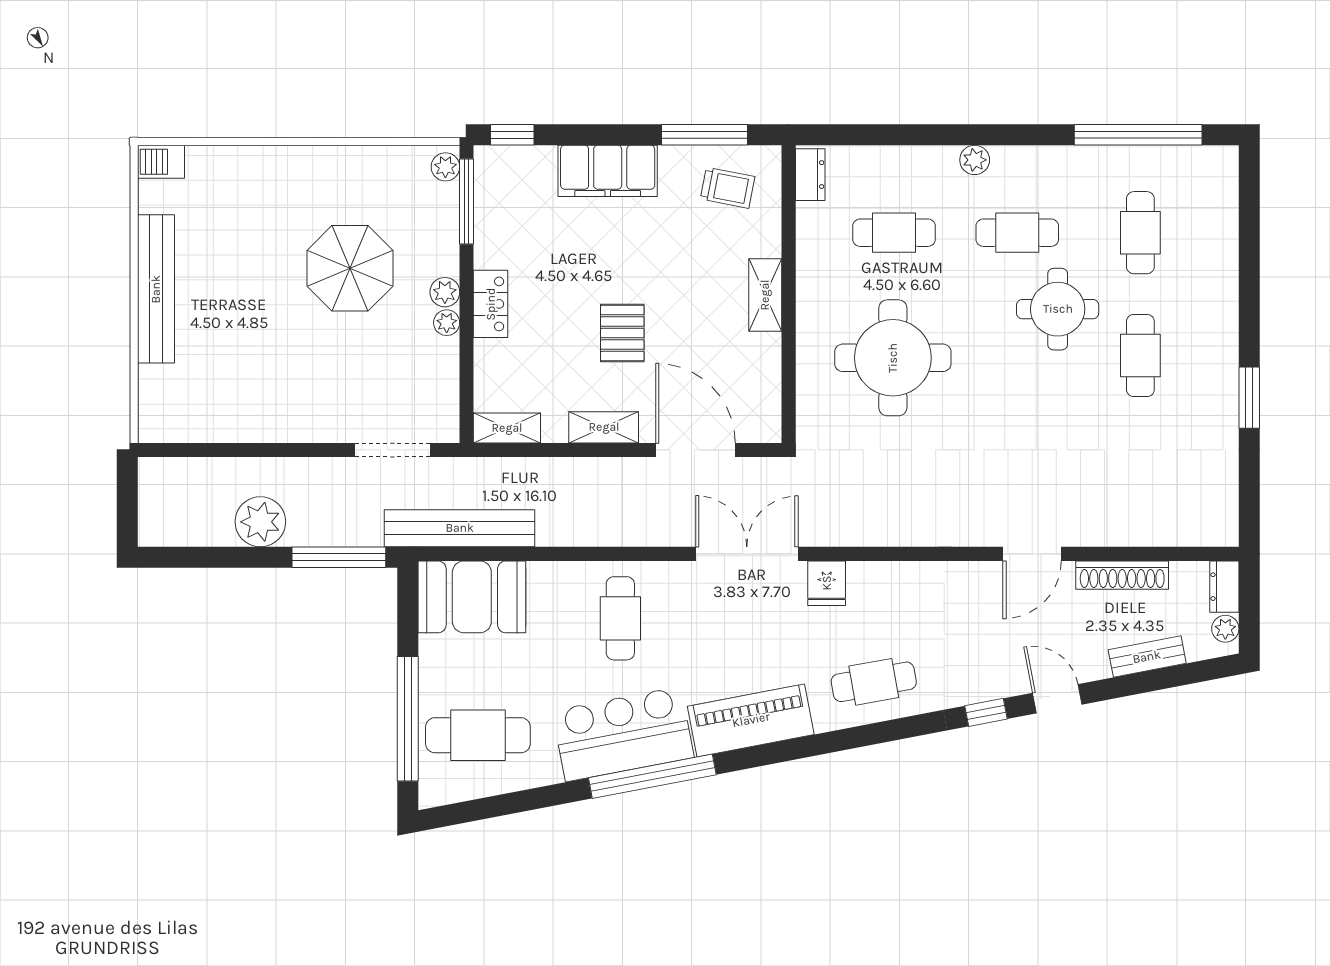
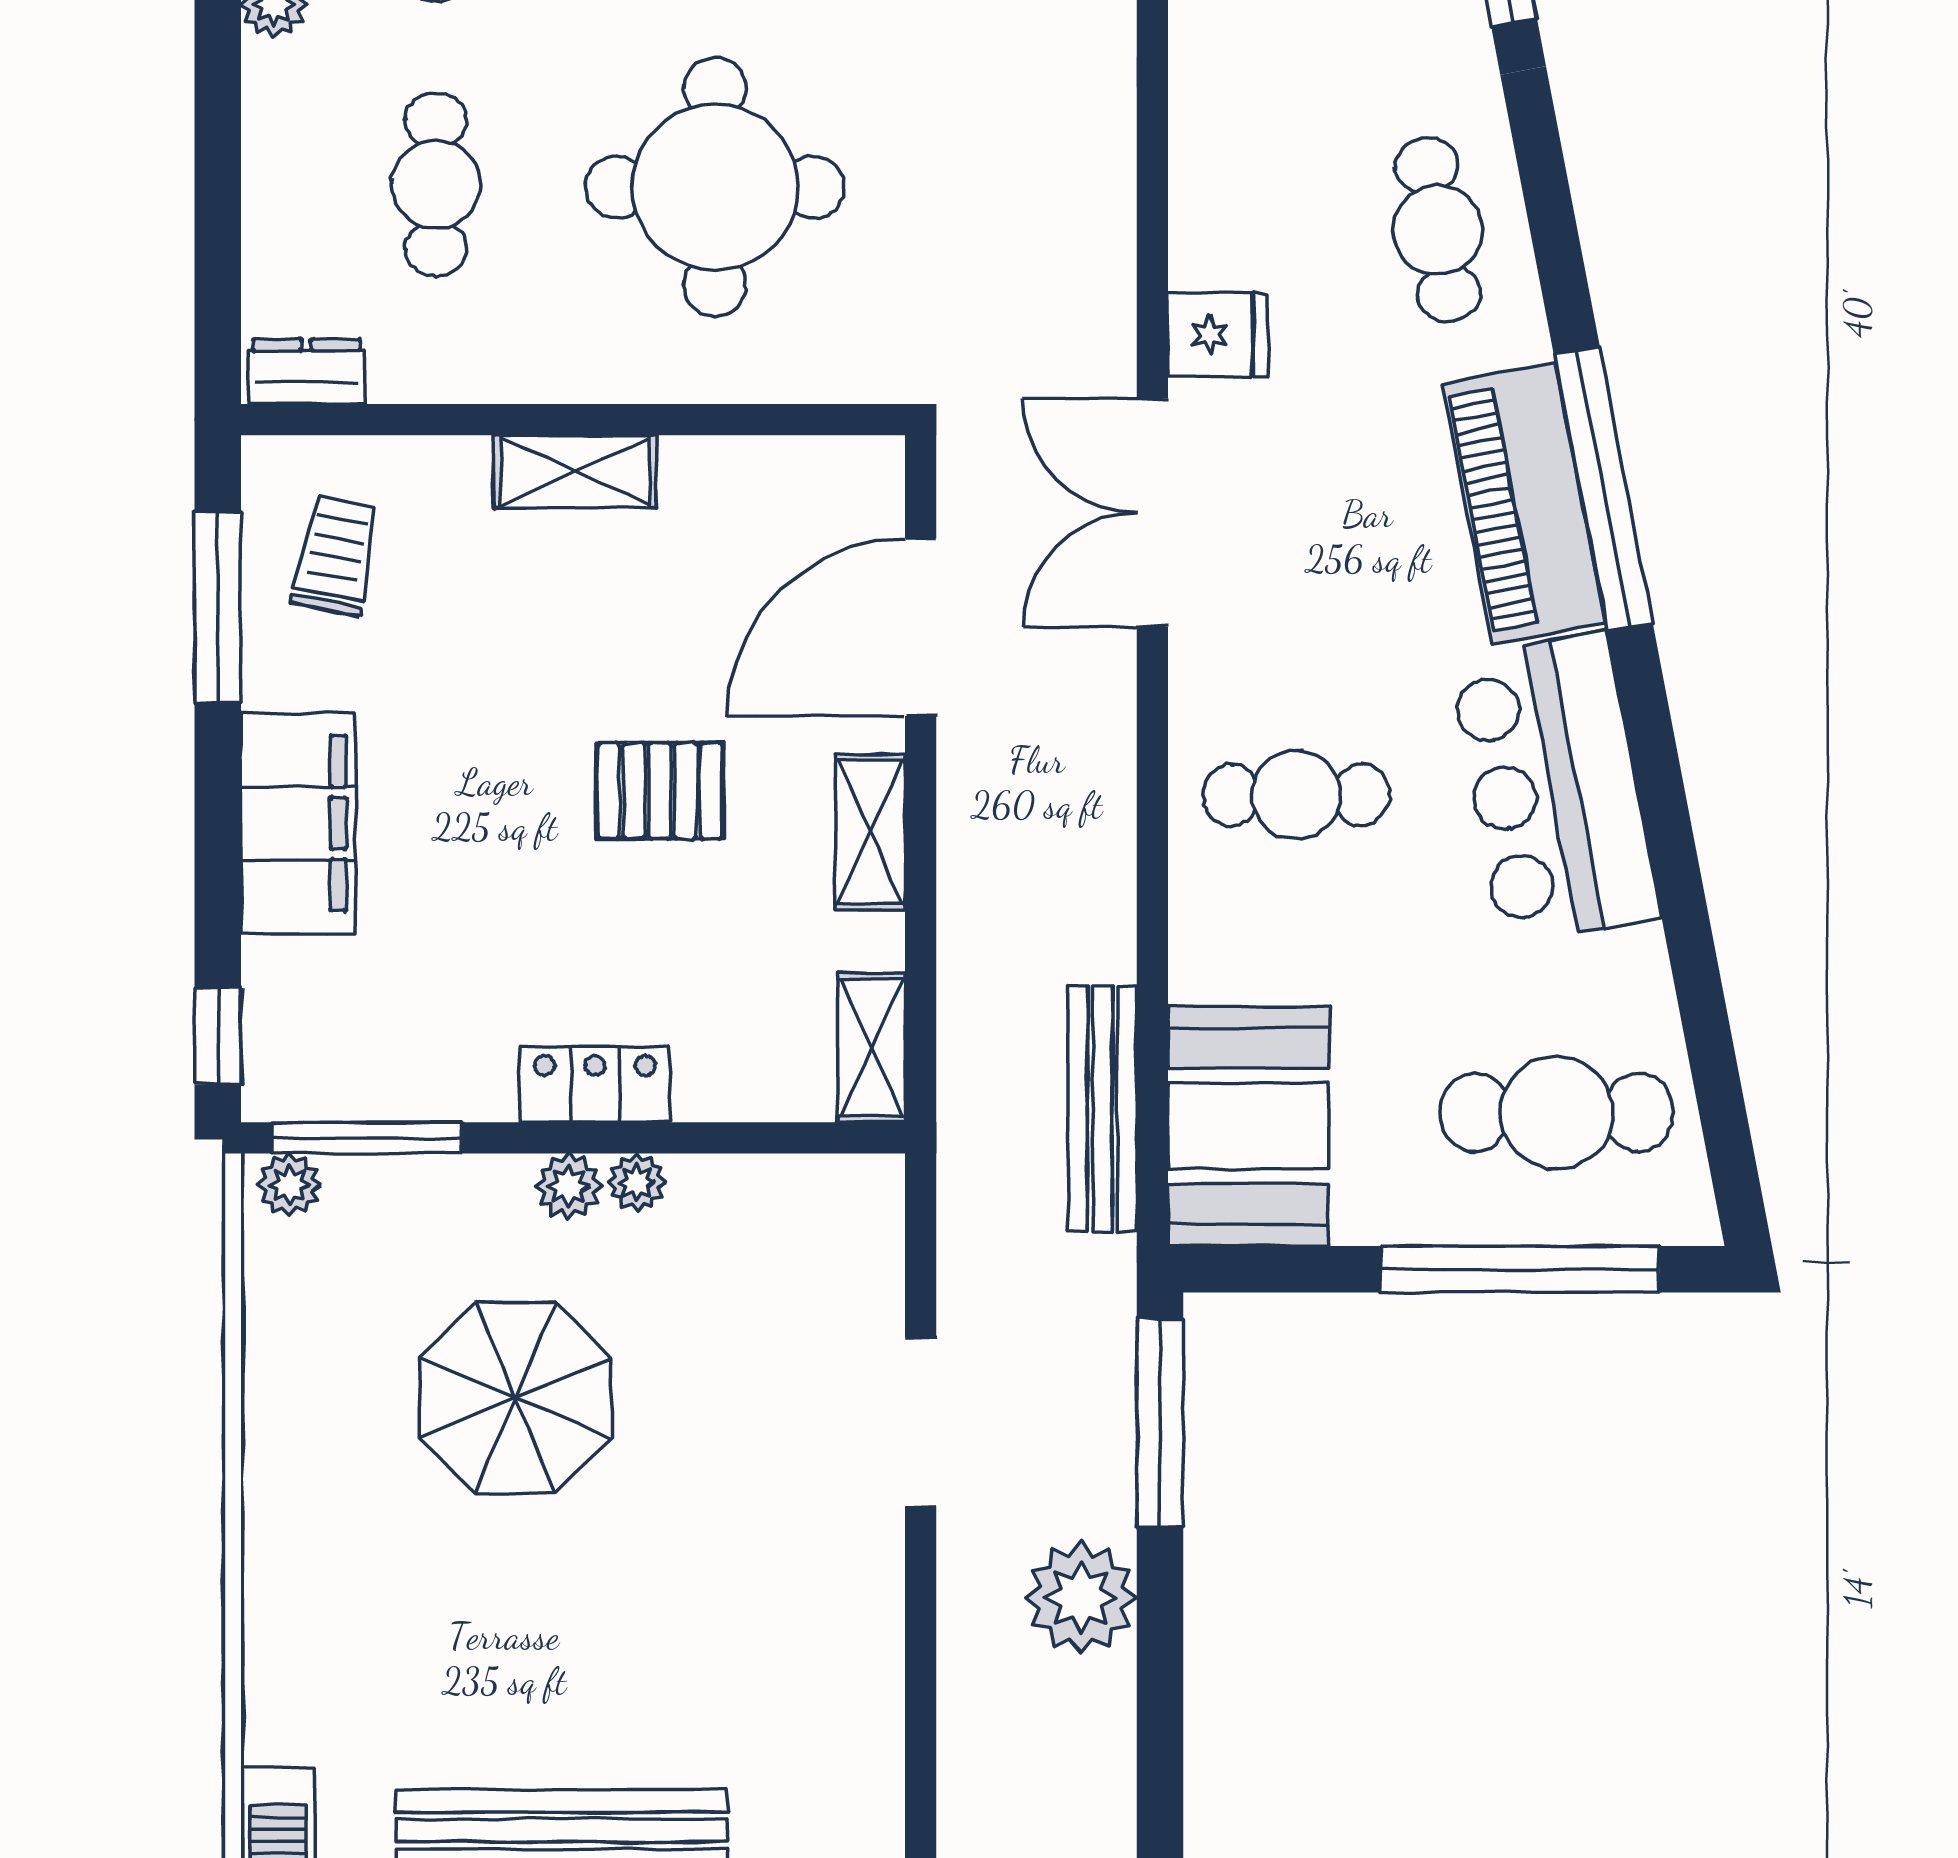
doorway: (393, 450) -> (921, 1422), moved
bench: (460, 528) -> (1103, 1109), width x0.73, depth x0.82
cafe table: (478, 735) -> (1557, 1112), turned 90
window: (652, 776) -> (1603, 489), moved

